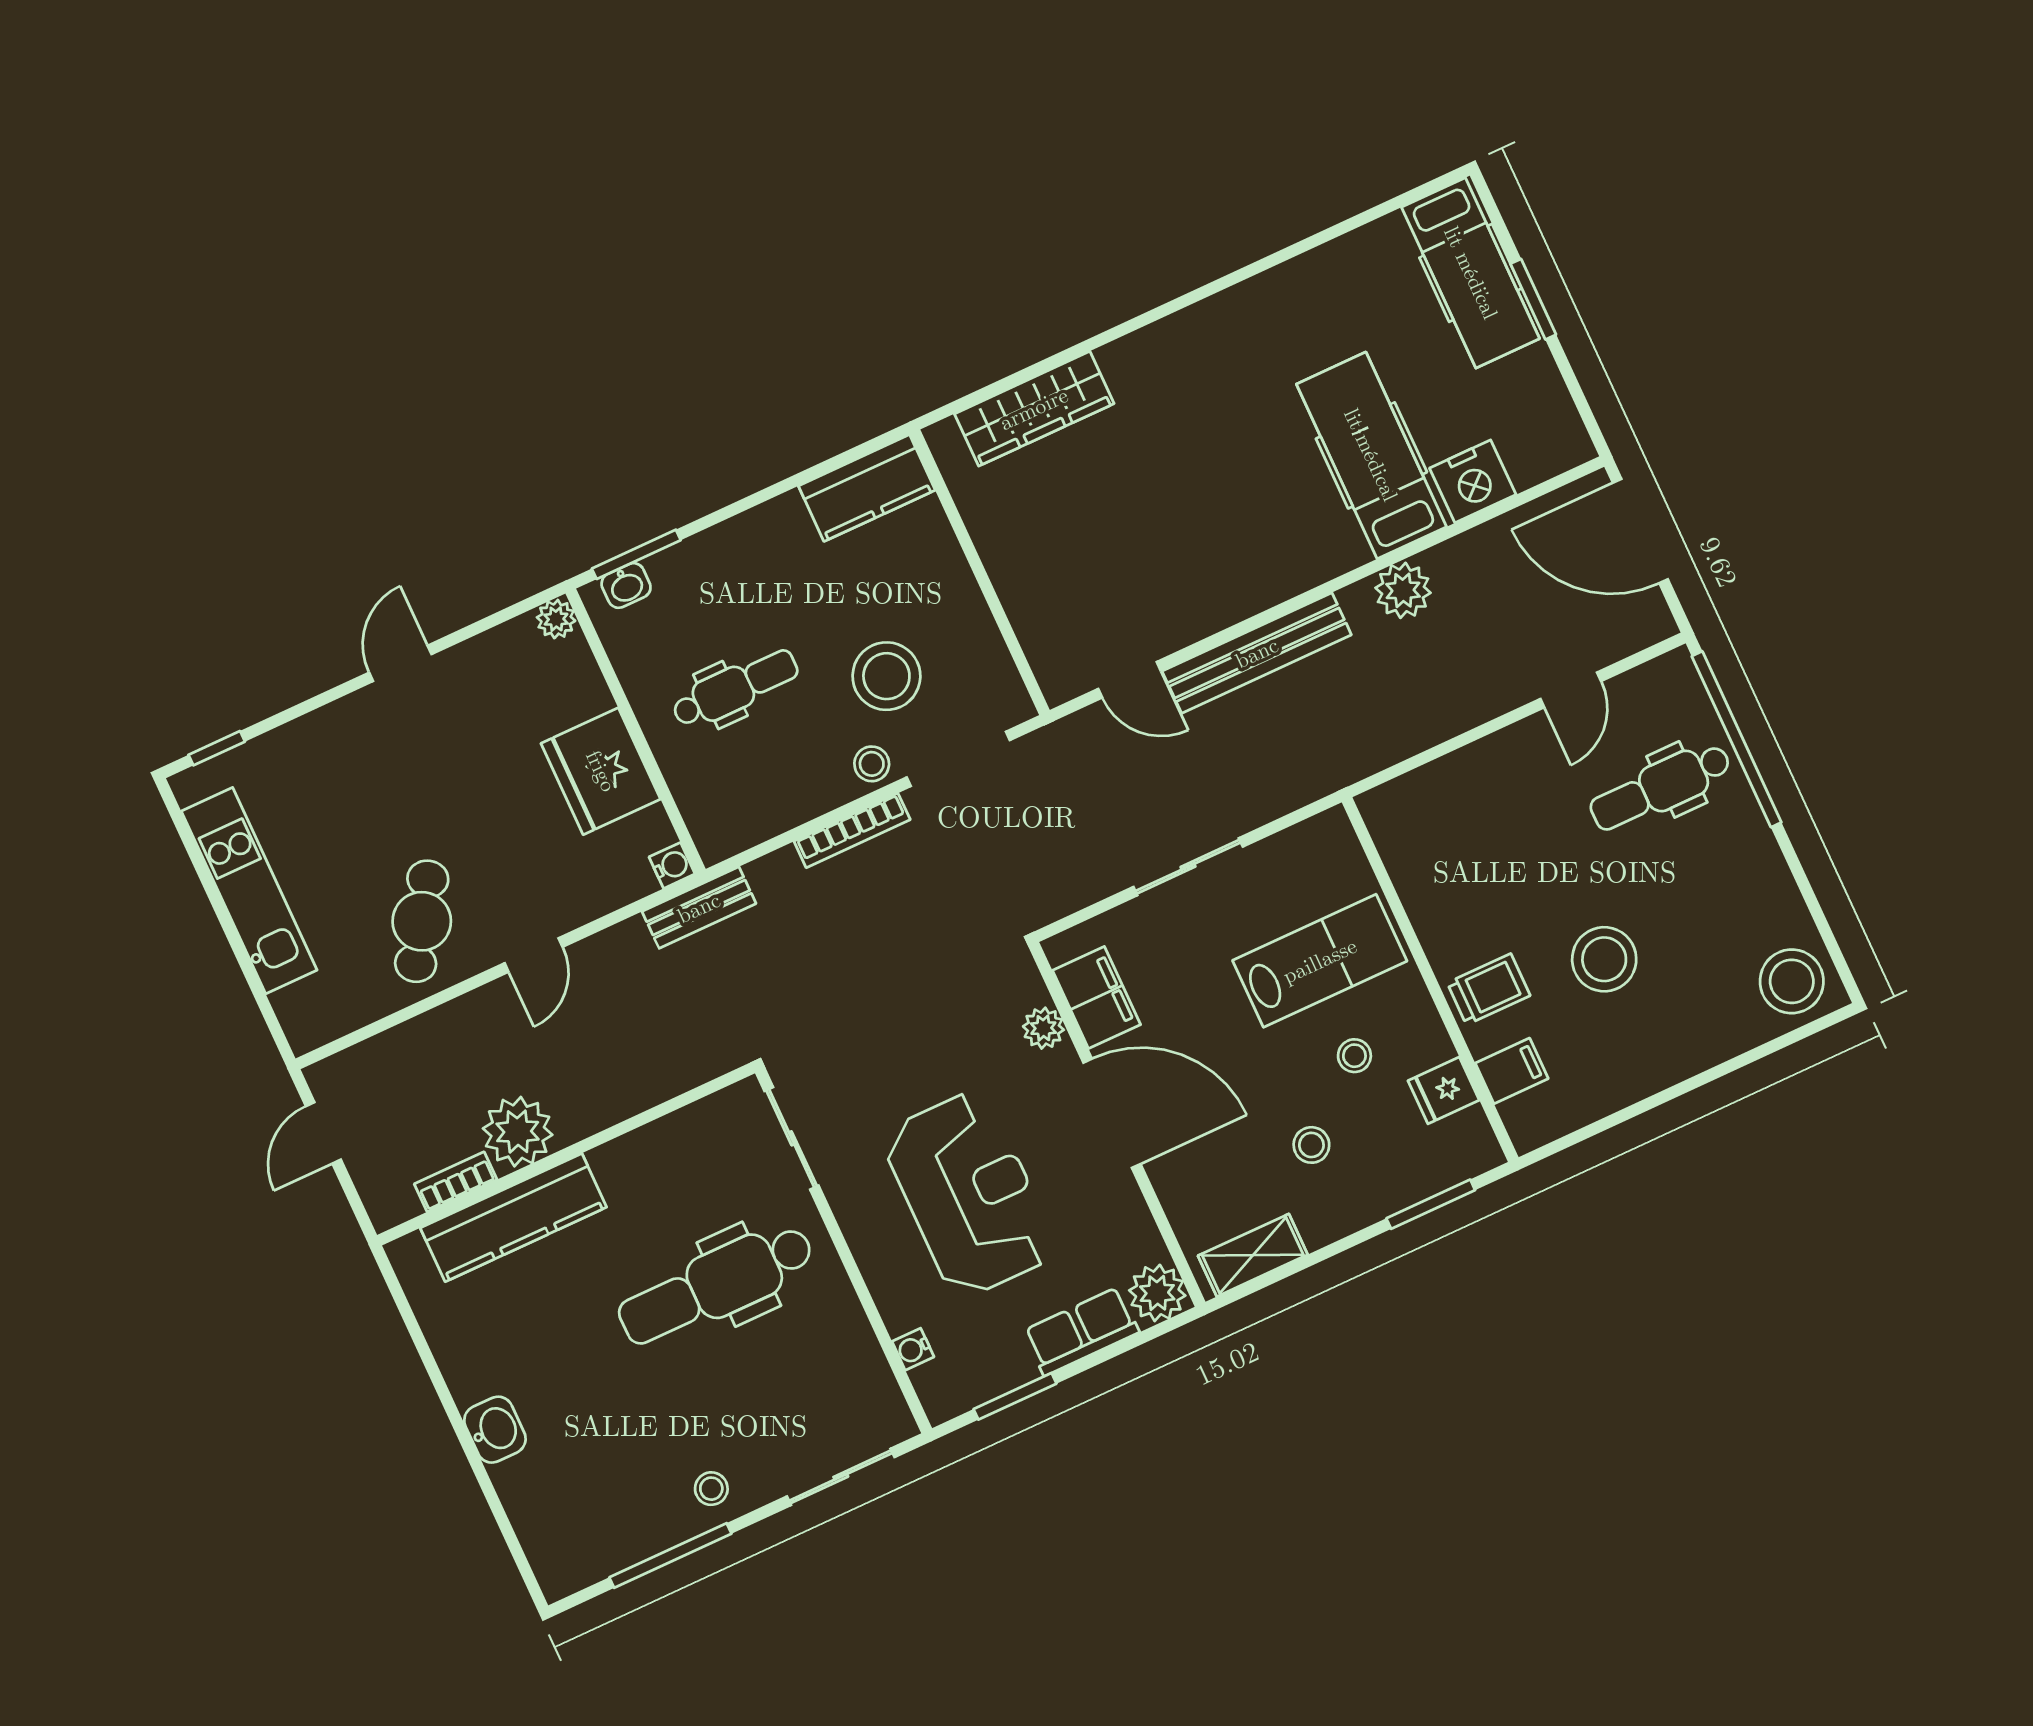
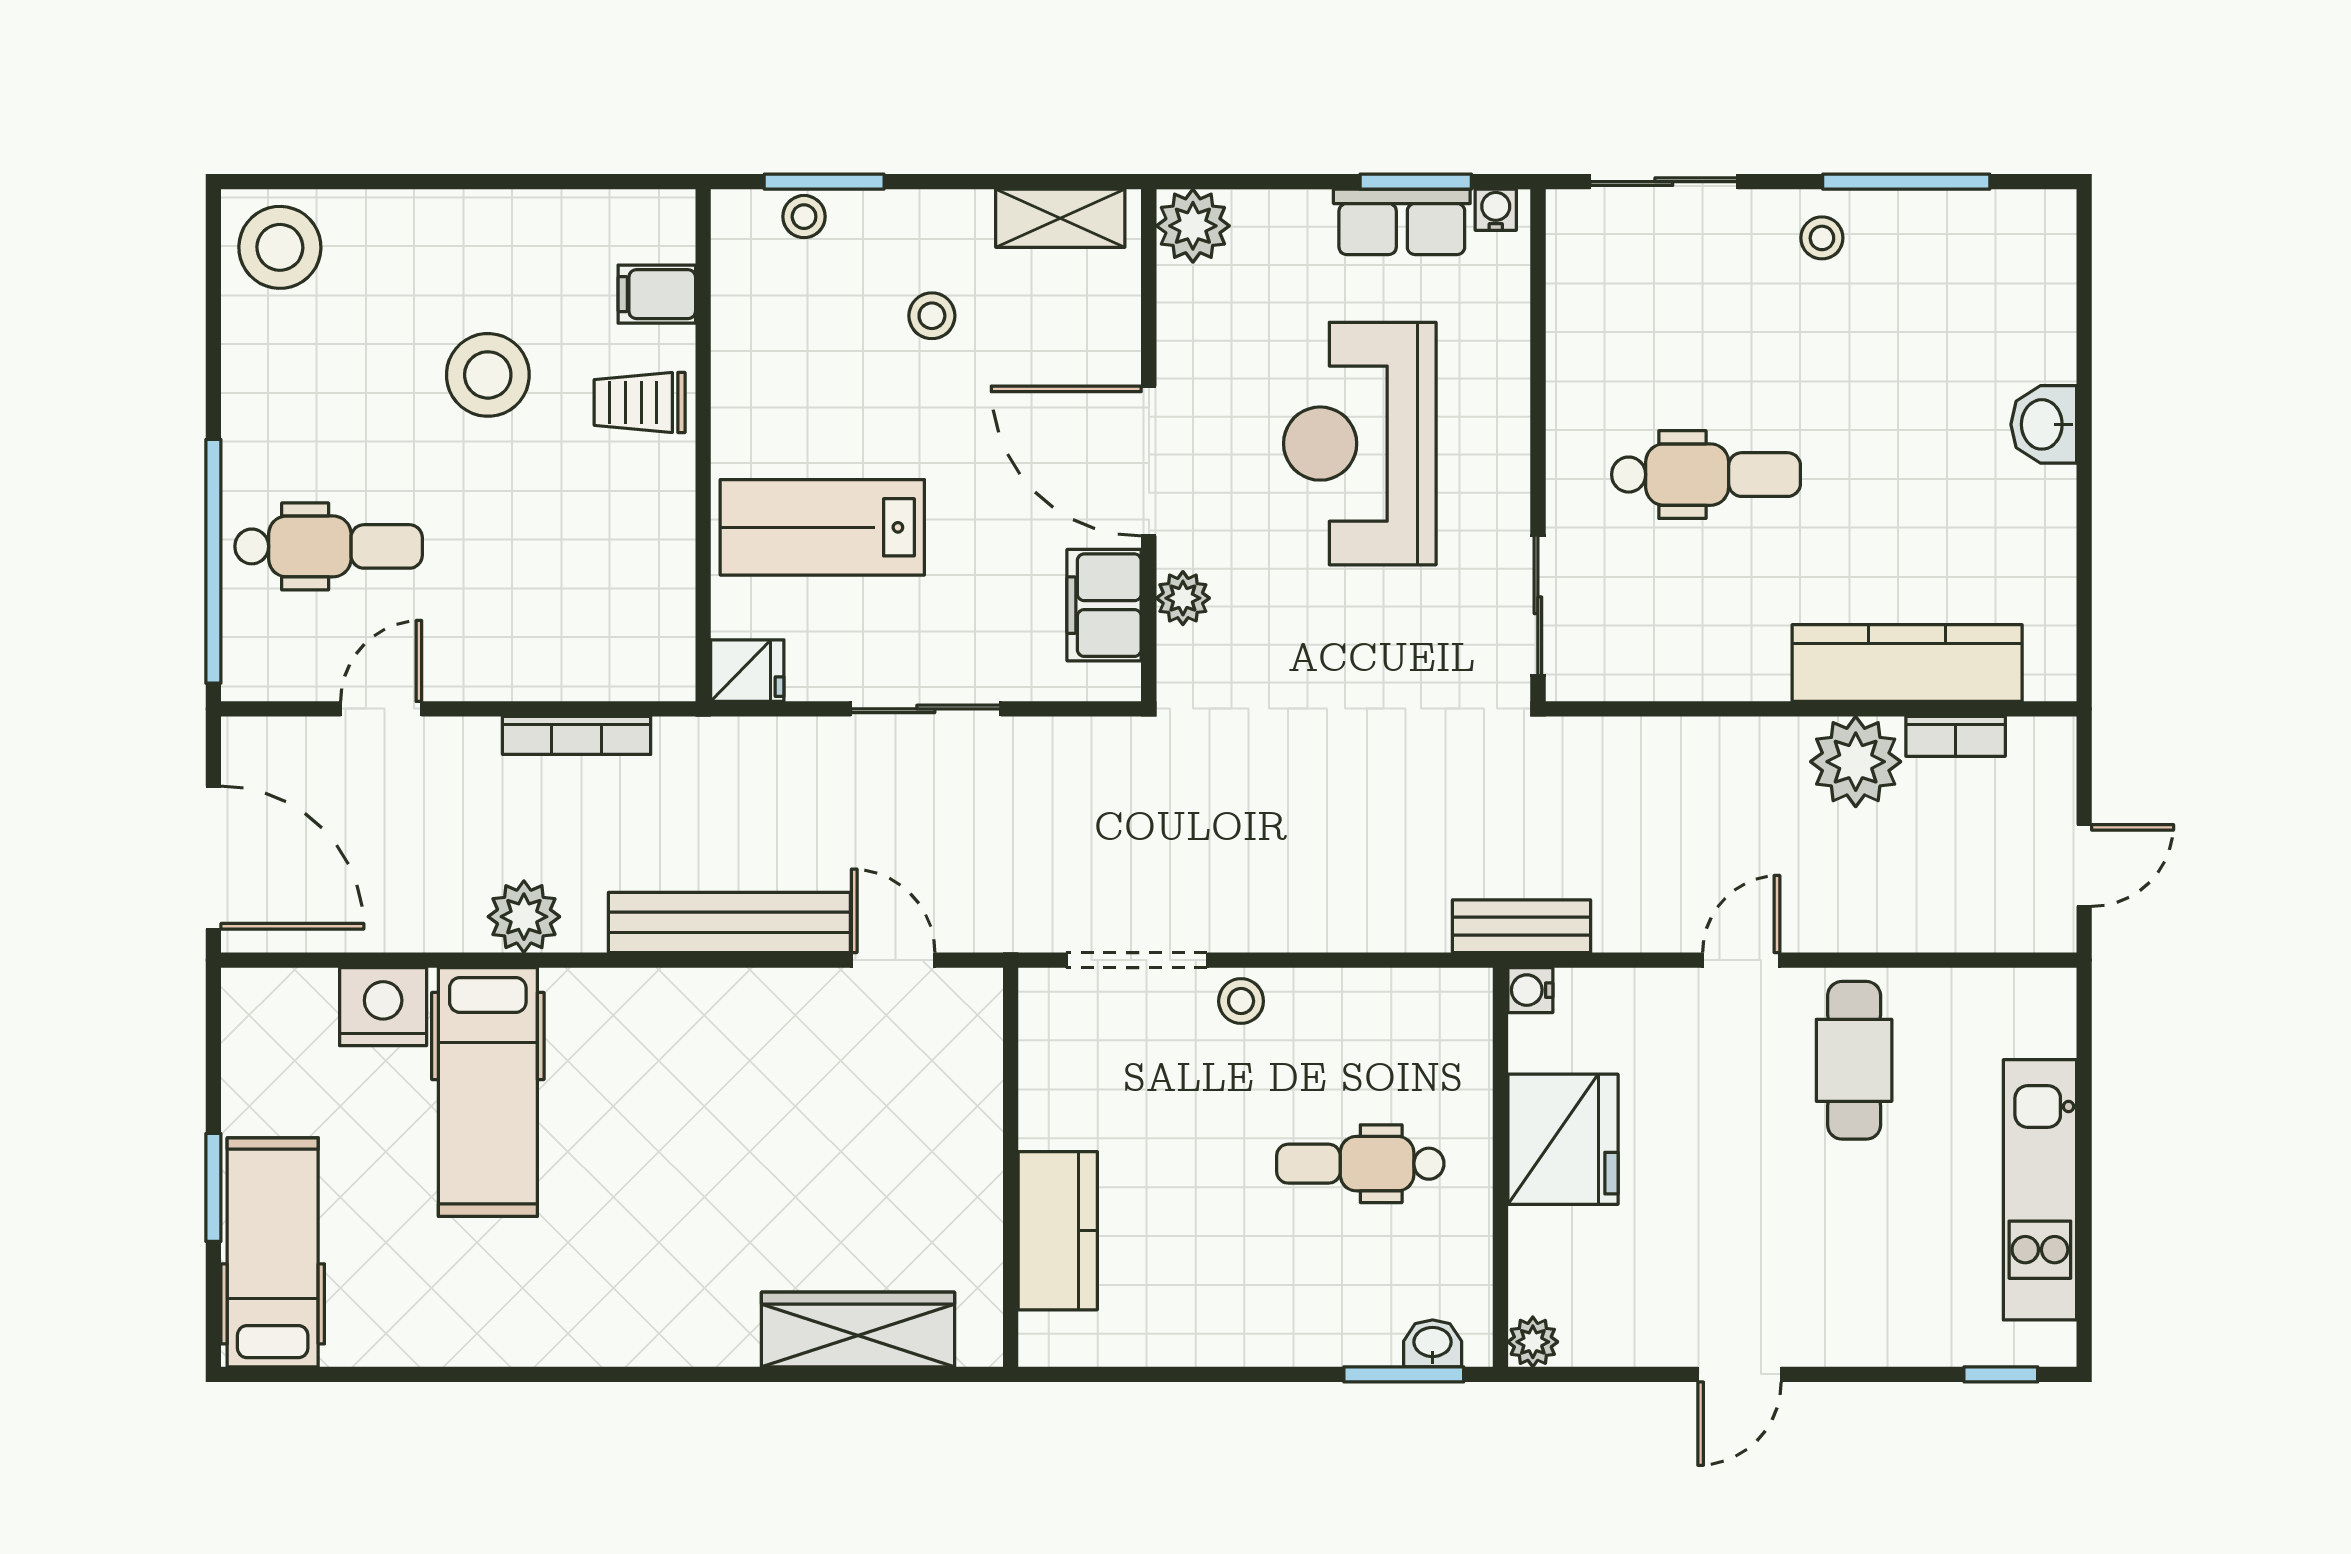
kitchen counter: (867, 488) -> (1058, 1231), moved, turned 90
stool: (886, 676) -> (1176, 1096), removed
bookcase: (852, 830) -> (577, 735), moved, turned 180
cafe table: (422, 921) -> (1854, 1060), turned -33
stool: (1354, 1056) -> (804, 217), moved
fridge: (1444, 1090) -> (747, 671), moved
dental chair: (716, 1285) -> (1706, 475), width x0.73, depth x0.72
row of seats: (1081, 1331) -> (1402, 222), moved
water cooler: (913, 1349) -> (1496, 210), moved, turned -90

